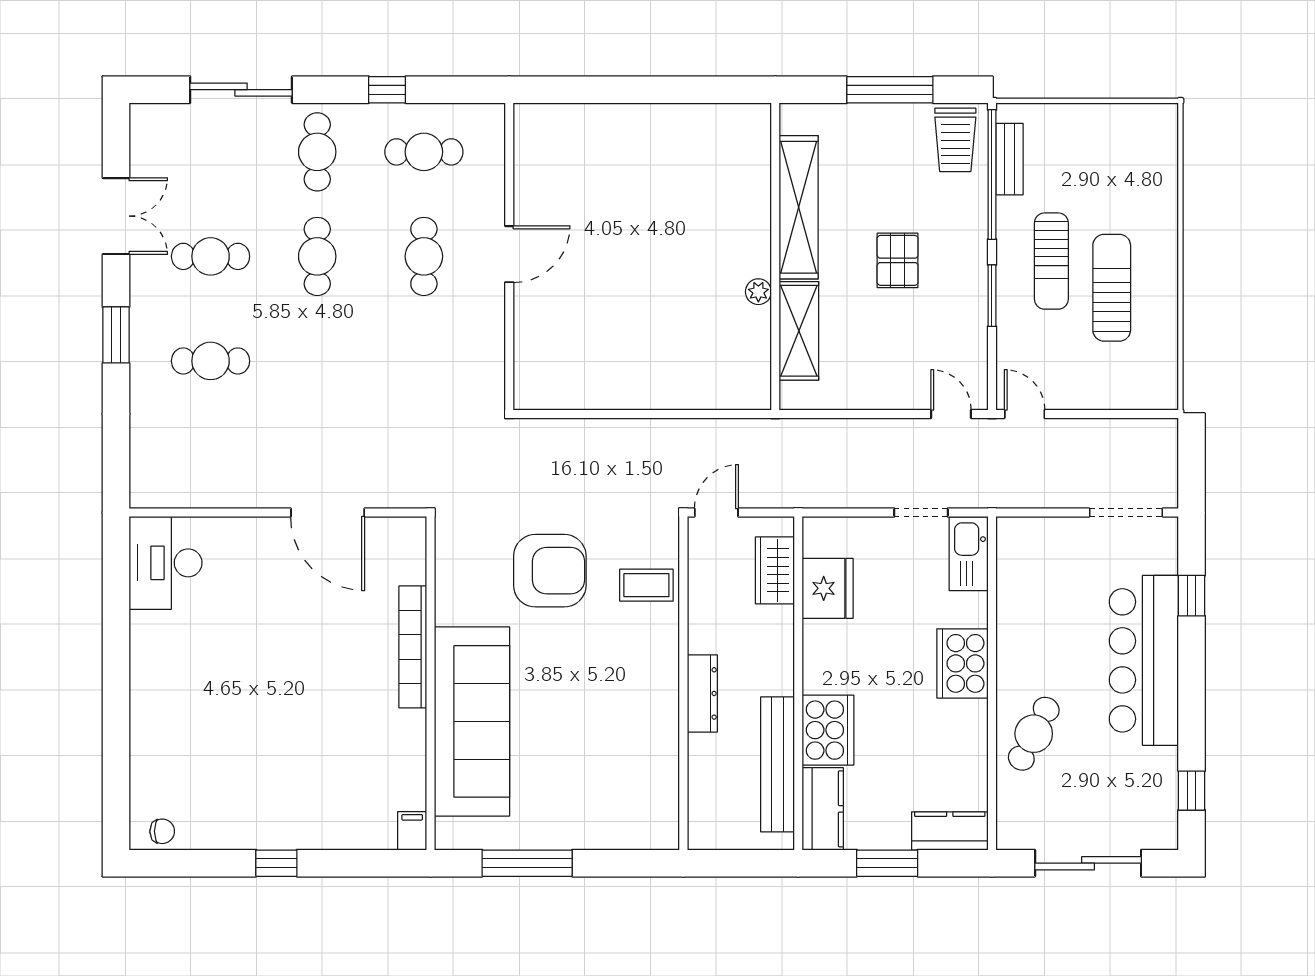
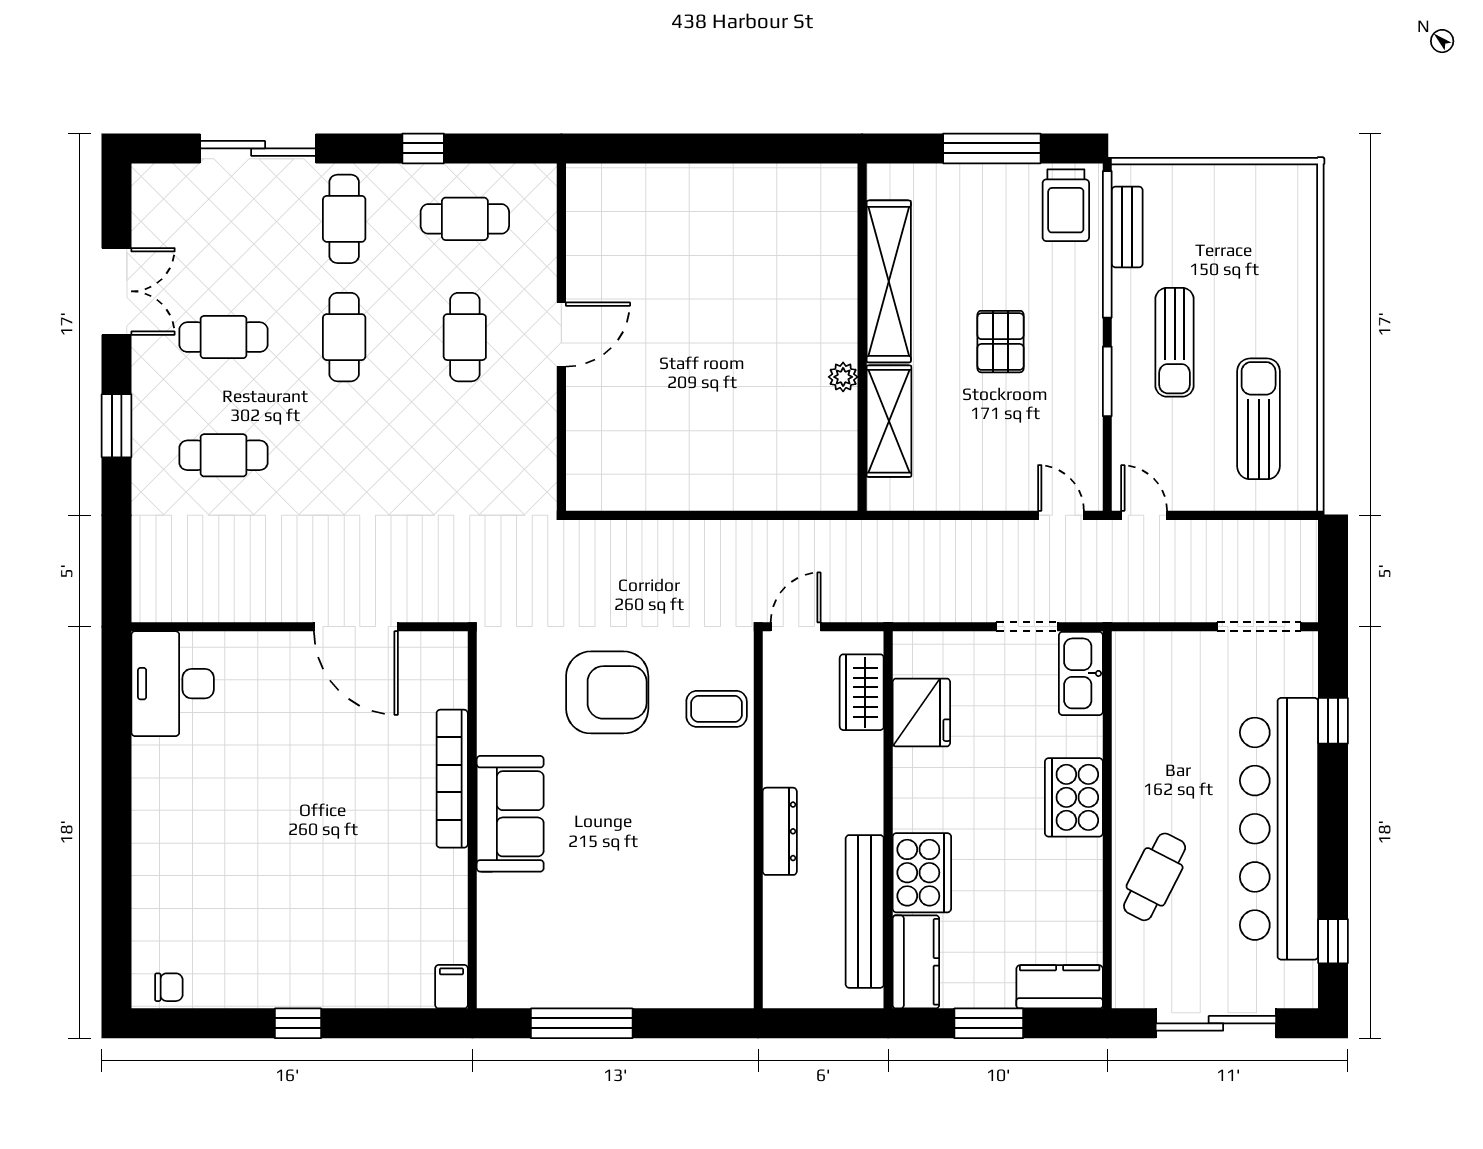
sun lounger: (1112, 288) -> (1259, 419), moved
bar counter: (1144, 660) -> (1279, 829), width x1.36
sofa: (472, 721) -> (510, 814), width x0.54, depth x0.79

